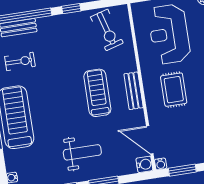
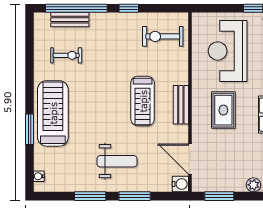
exercise bike: (107, 30) -> (163, 36), turned 106
treadmill: (97, 93) -> (143, 101), turned 180
water cooler: (161, 164) -> (197, 186), removed

